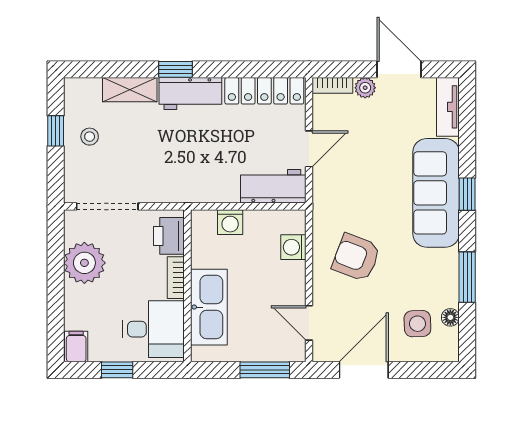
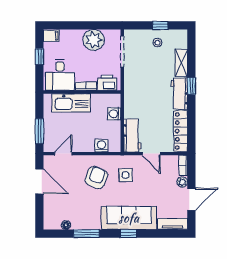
side table: (417, 324) -> (126, 175), moved

